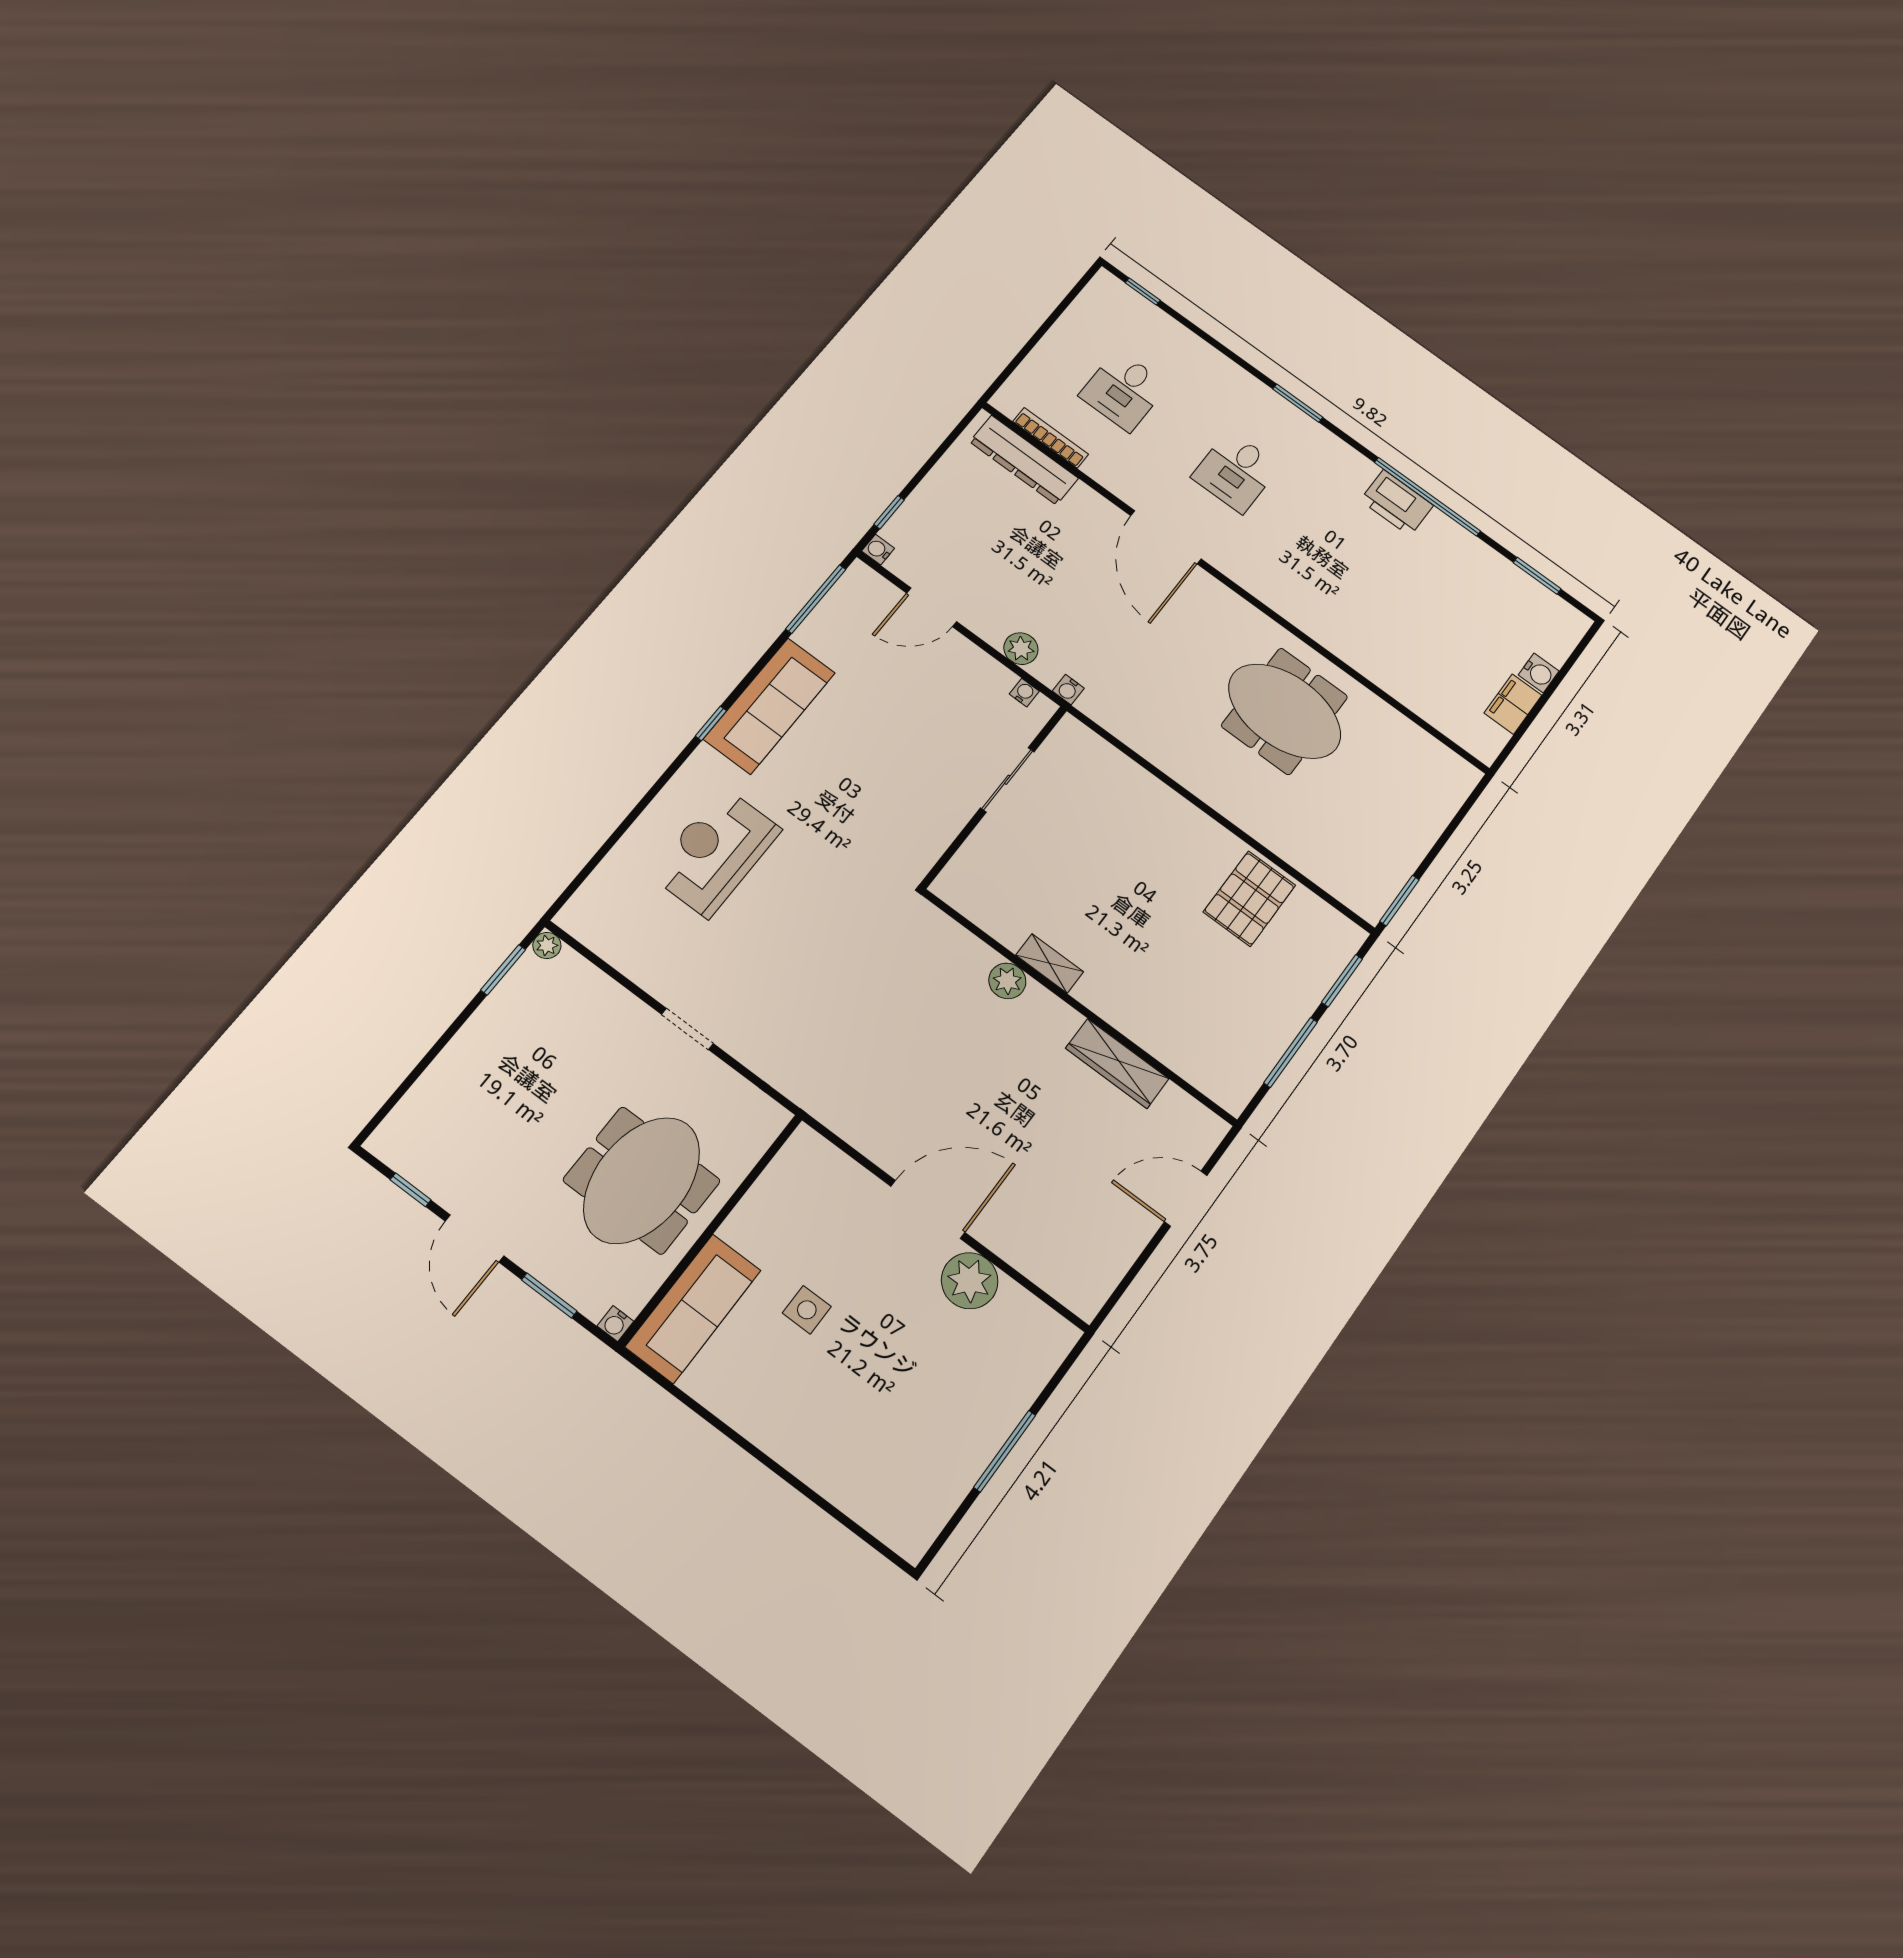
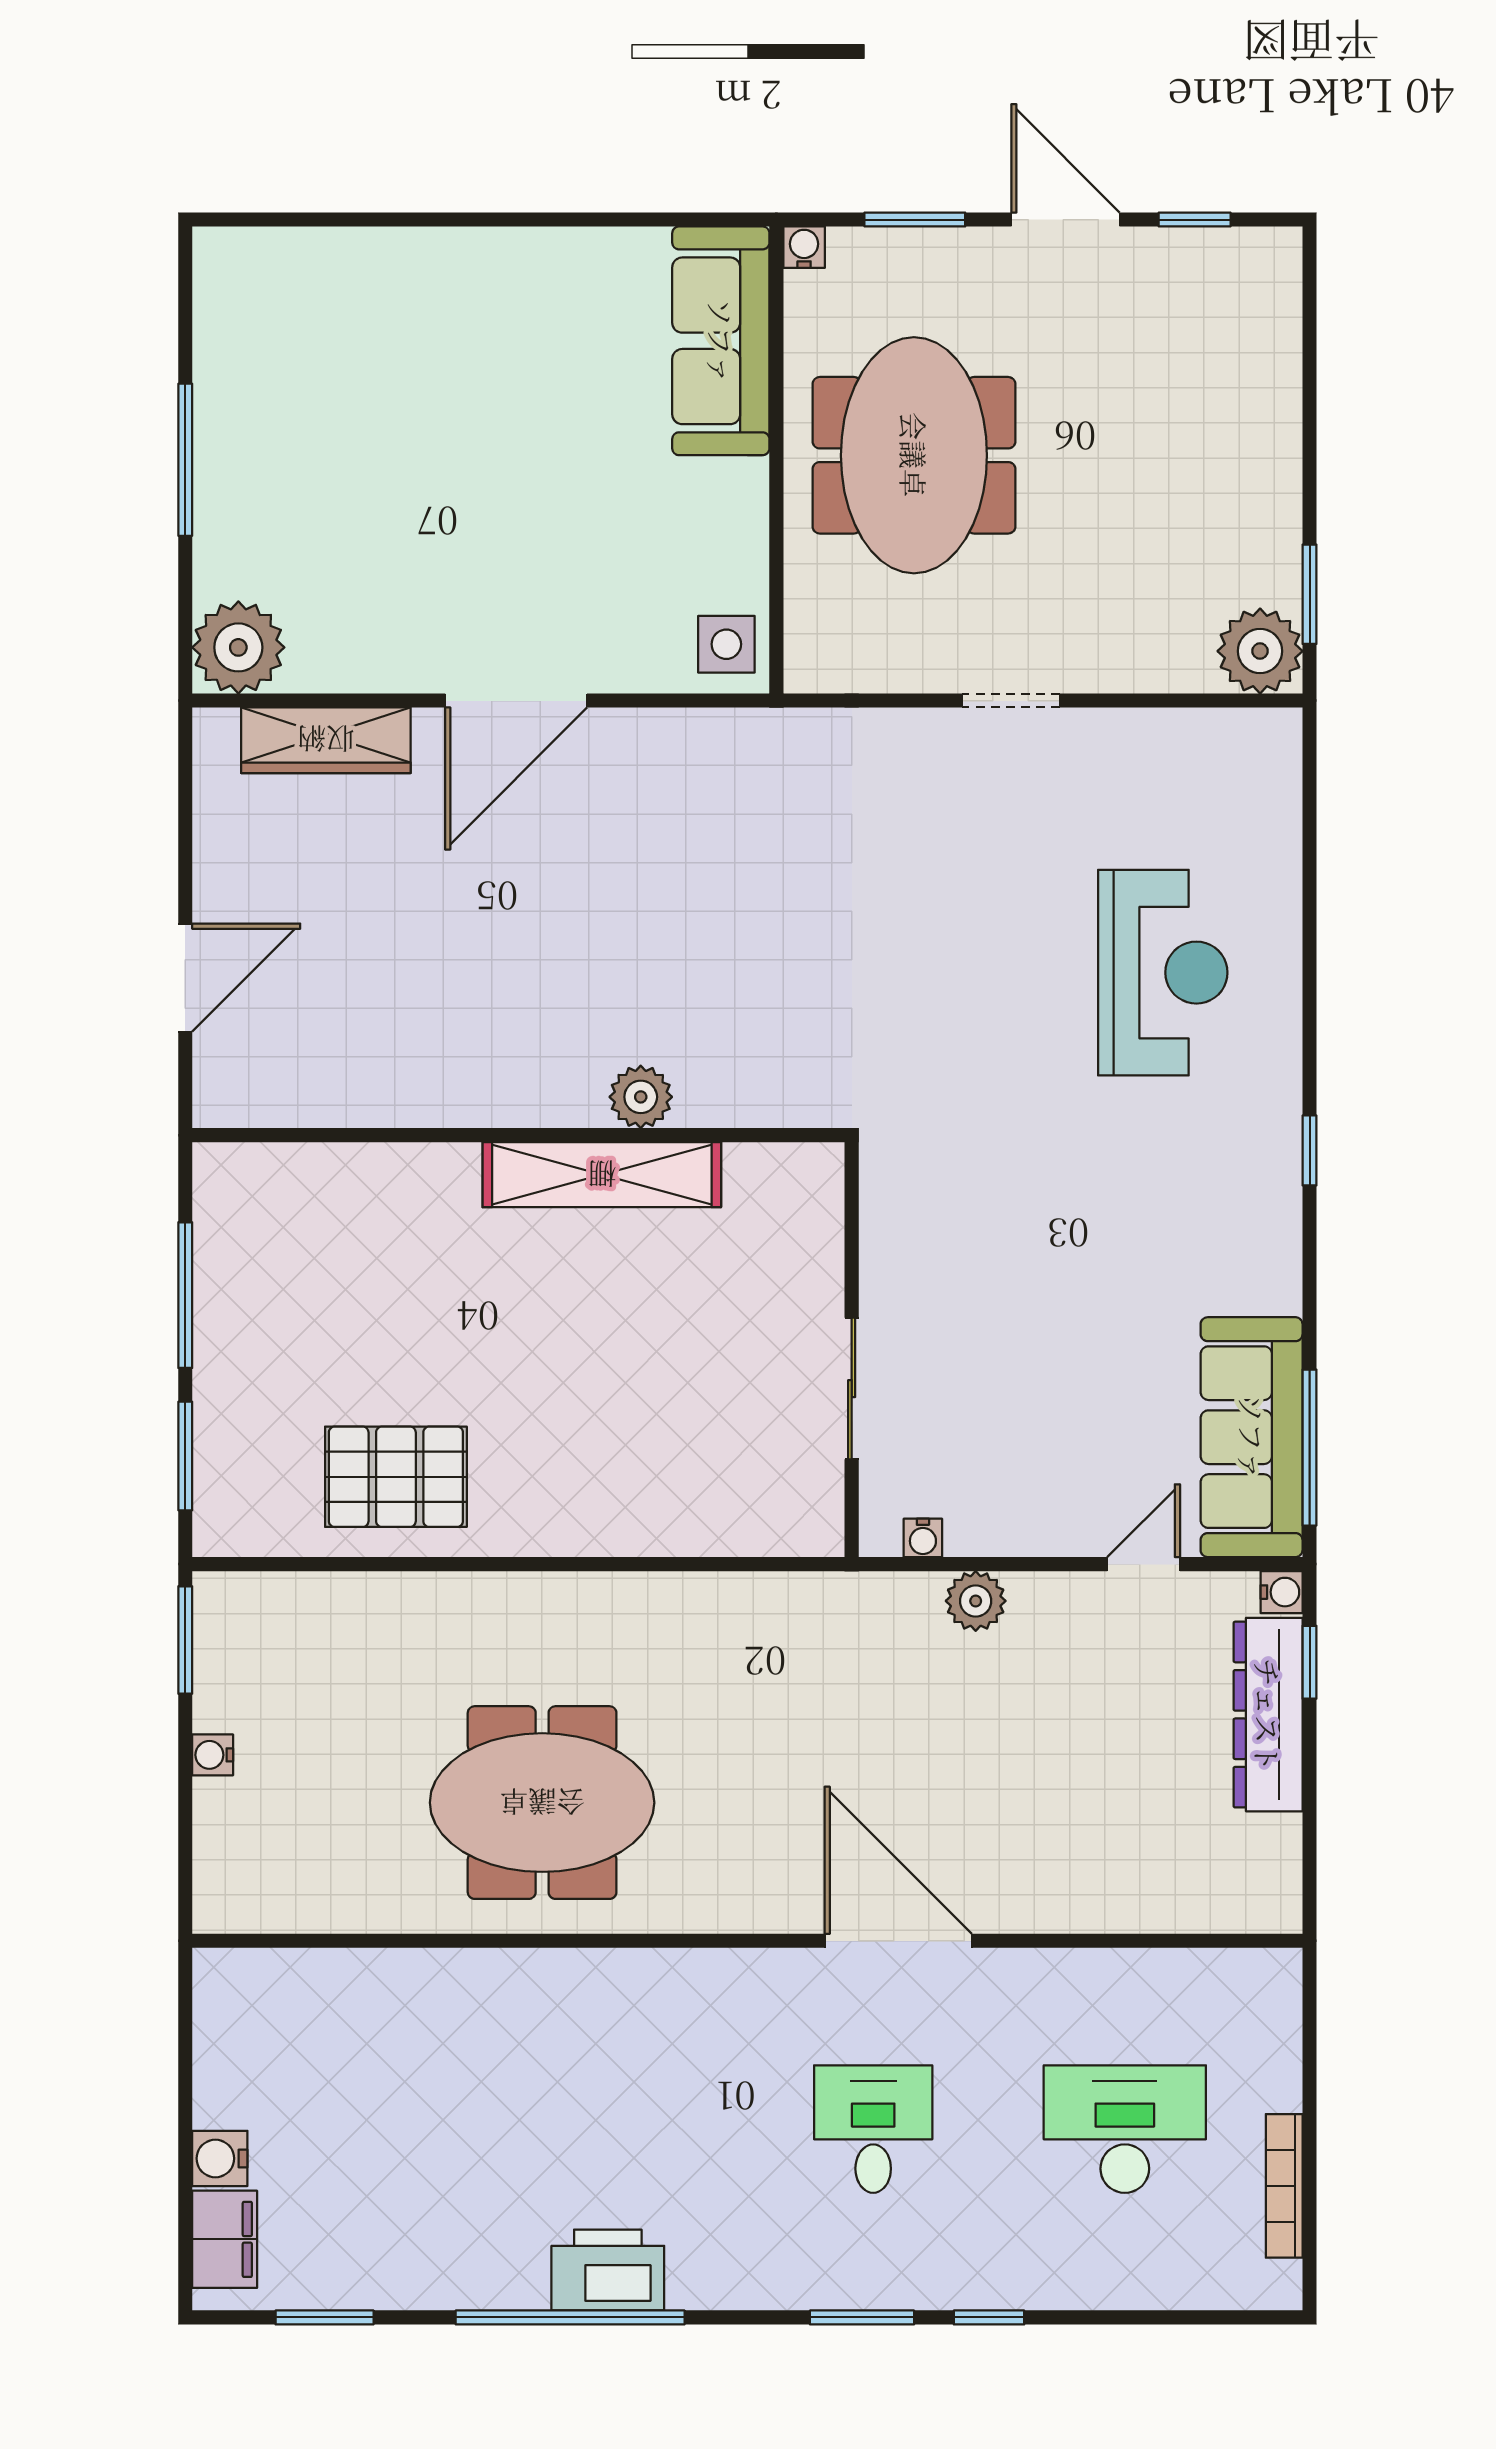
window: (1143, 291) -> (989, 2317), moved
desk: (1124, 391) -> (1125, 2129), width x1.37
bookcase: (1051, 438) -> (1284, 2186), moved, turned 90
dresser: (1024, 460) -> (1268, 1715), moved, turned -90
door: (932, 607) -> (1144, 1564), width x0.73
water cooler: (1068, 690) -> (213, 1755), moved, turned -90
filing cabinet: (1513, 704) -> (225, 2239), moved
sofa: (769, 706) -> (1252, 1437), moved
pallet: (1249, 899) -> (396, 1477), turned 90
plant: (547, 945) -> (1260, 651), width x1.87, depth x1.87
shelving: (1050, 963) -> (602, 1175), width x2.20, depth x1.33
wardrobe: (1117, 1064) -> (326, 740), moved, turned 180
plant: (970, 1281) -> (238, 647), moved
side table: (807, 1310) -> (726, 644), moved

